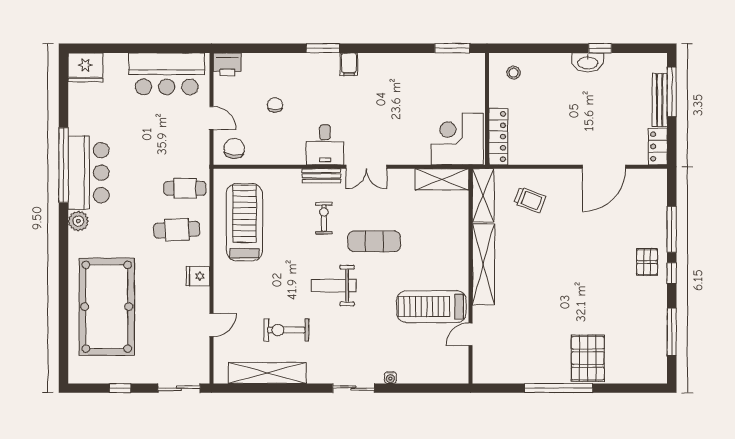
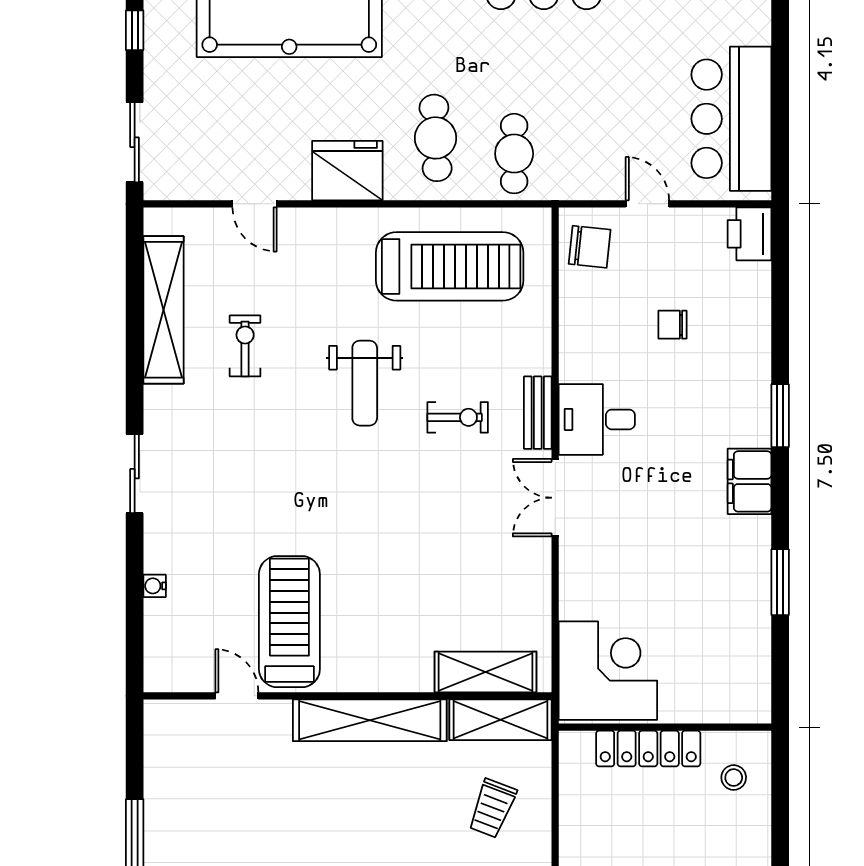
window: (452, 48) -> (780, 582), moved
filing cabinet: (349, 64) -> (750, 481), width x2.00
chair: (275, 105) -> (673, 325), turned 180
door: (211, 118) -> (647, 204), swing flipped
locker: (498, 137) -> (648, 749), moved
shelving: (442, 179) -> (485, 672), moved, turned 90
exercise mat: (374, 241) -> (413, 513), removed
fridge: (198, 276) -> (347, 171), width x1.88, depth x1.34
weight bench: (334, 286) -> (365, 383), moved, turned 180
exercise bike: (286, 330) -> (245, 346), width x0.73, depth x0.72
water cooler: (390, 378) -> (155, 586), moved

